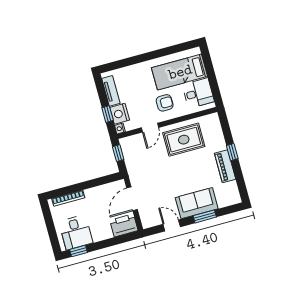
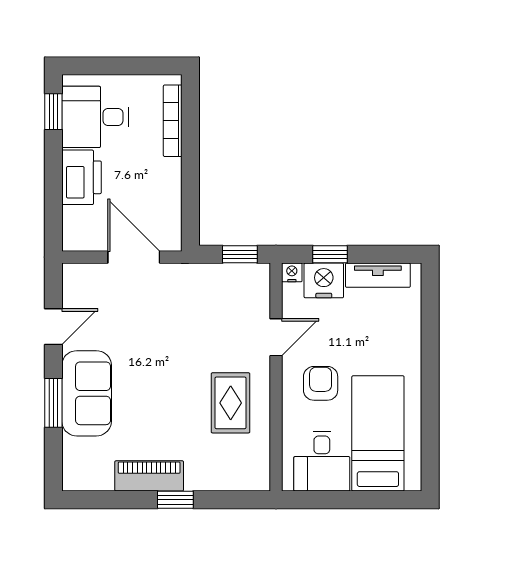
armchair: (165, 103) -> (321, 383), turned 180
door: (150, 128) -> (276, 337), swing flipped
rug: (184, 140) -> (231, 403), width x0.73, depth x0.70
printer: (124, 225) -> (82, 177), moved

